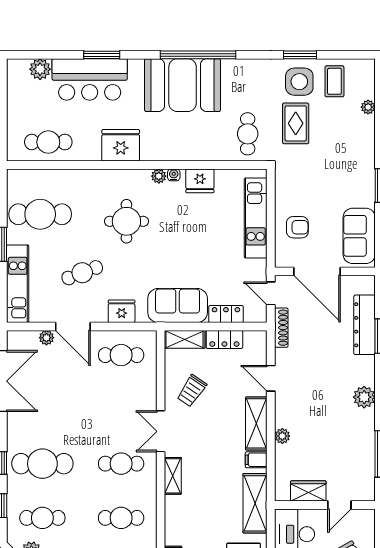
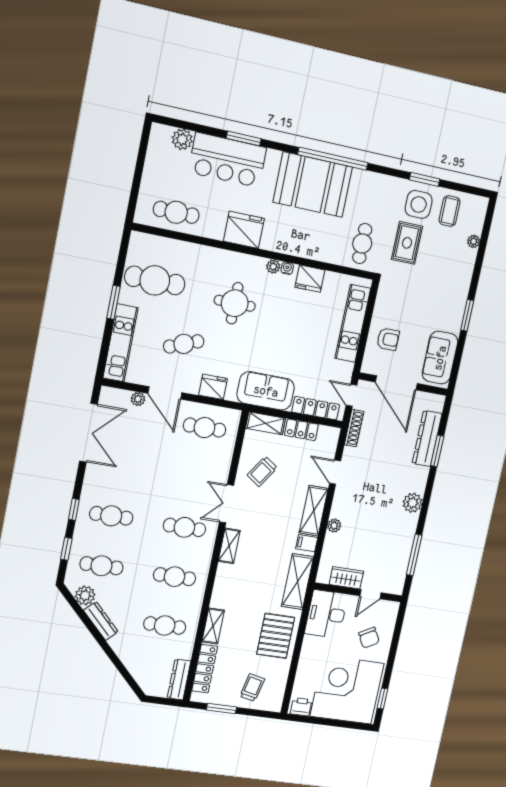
locker: (226, 314) -> (316, 408), width x1.53
cafe table: (42, 464) -> (111, 516), width x0.73, depth x0.74

